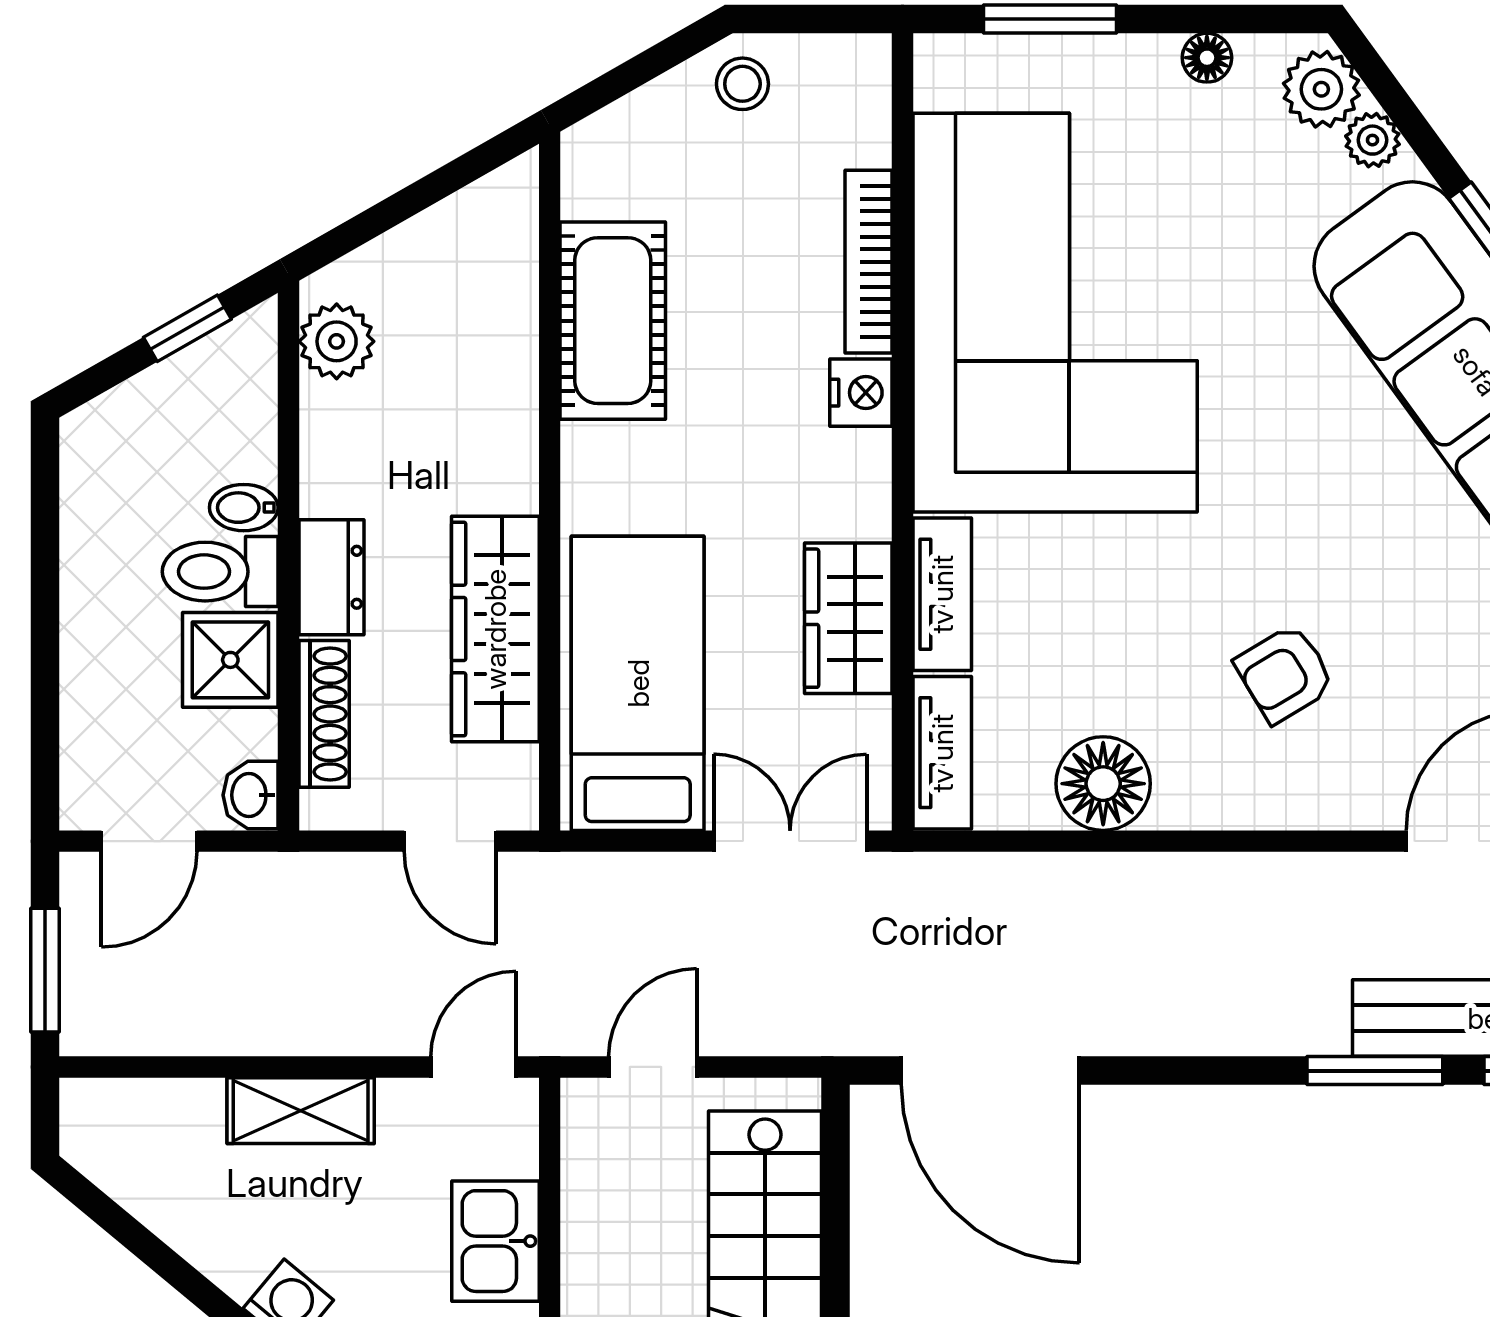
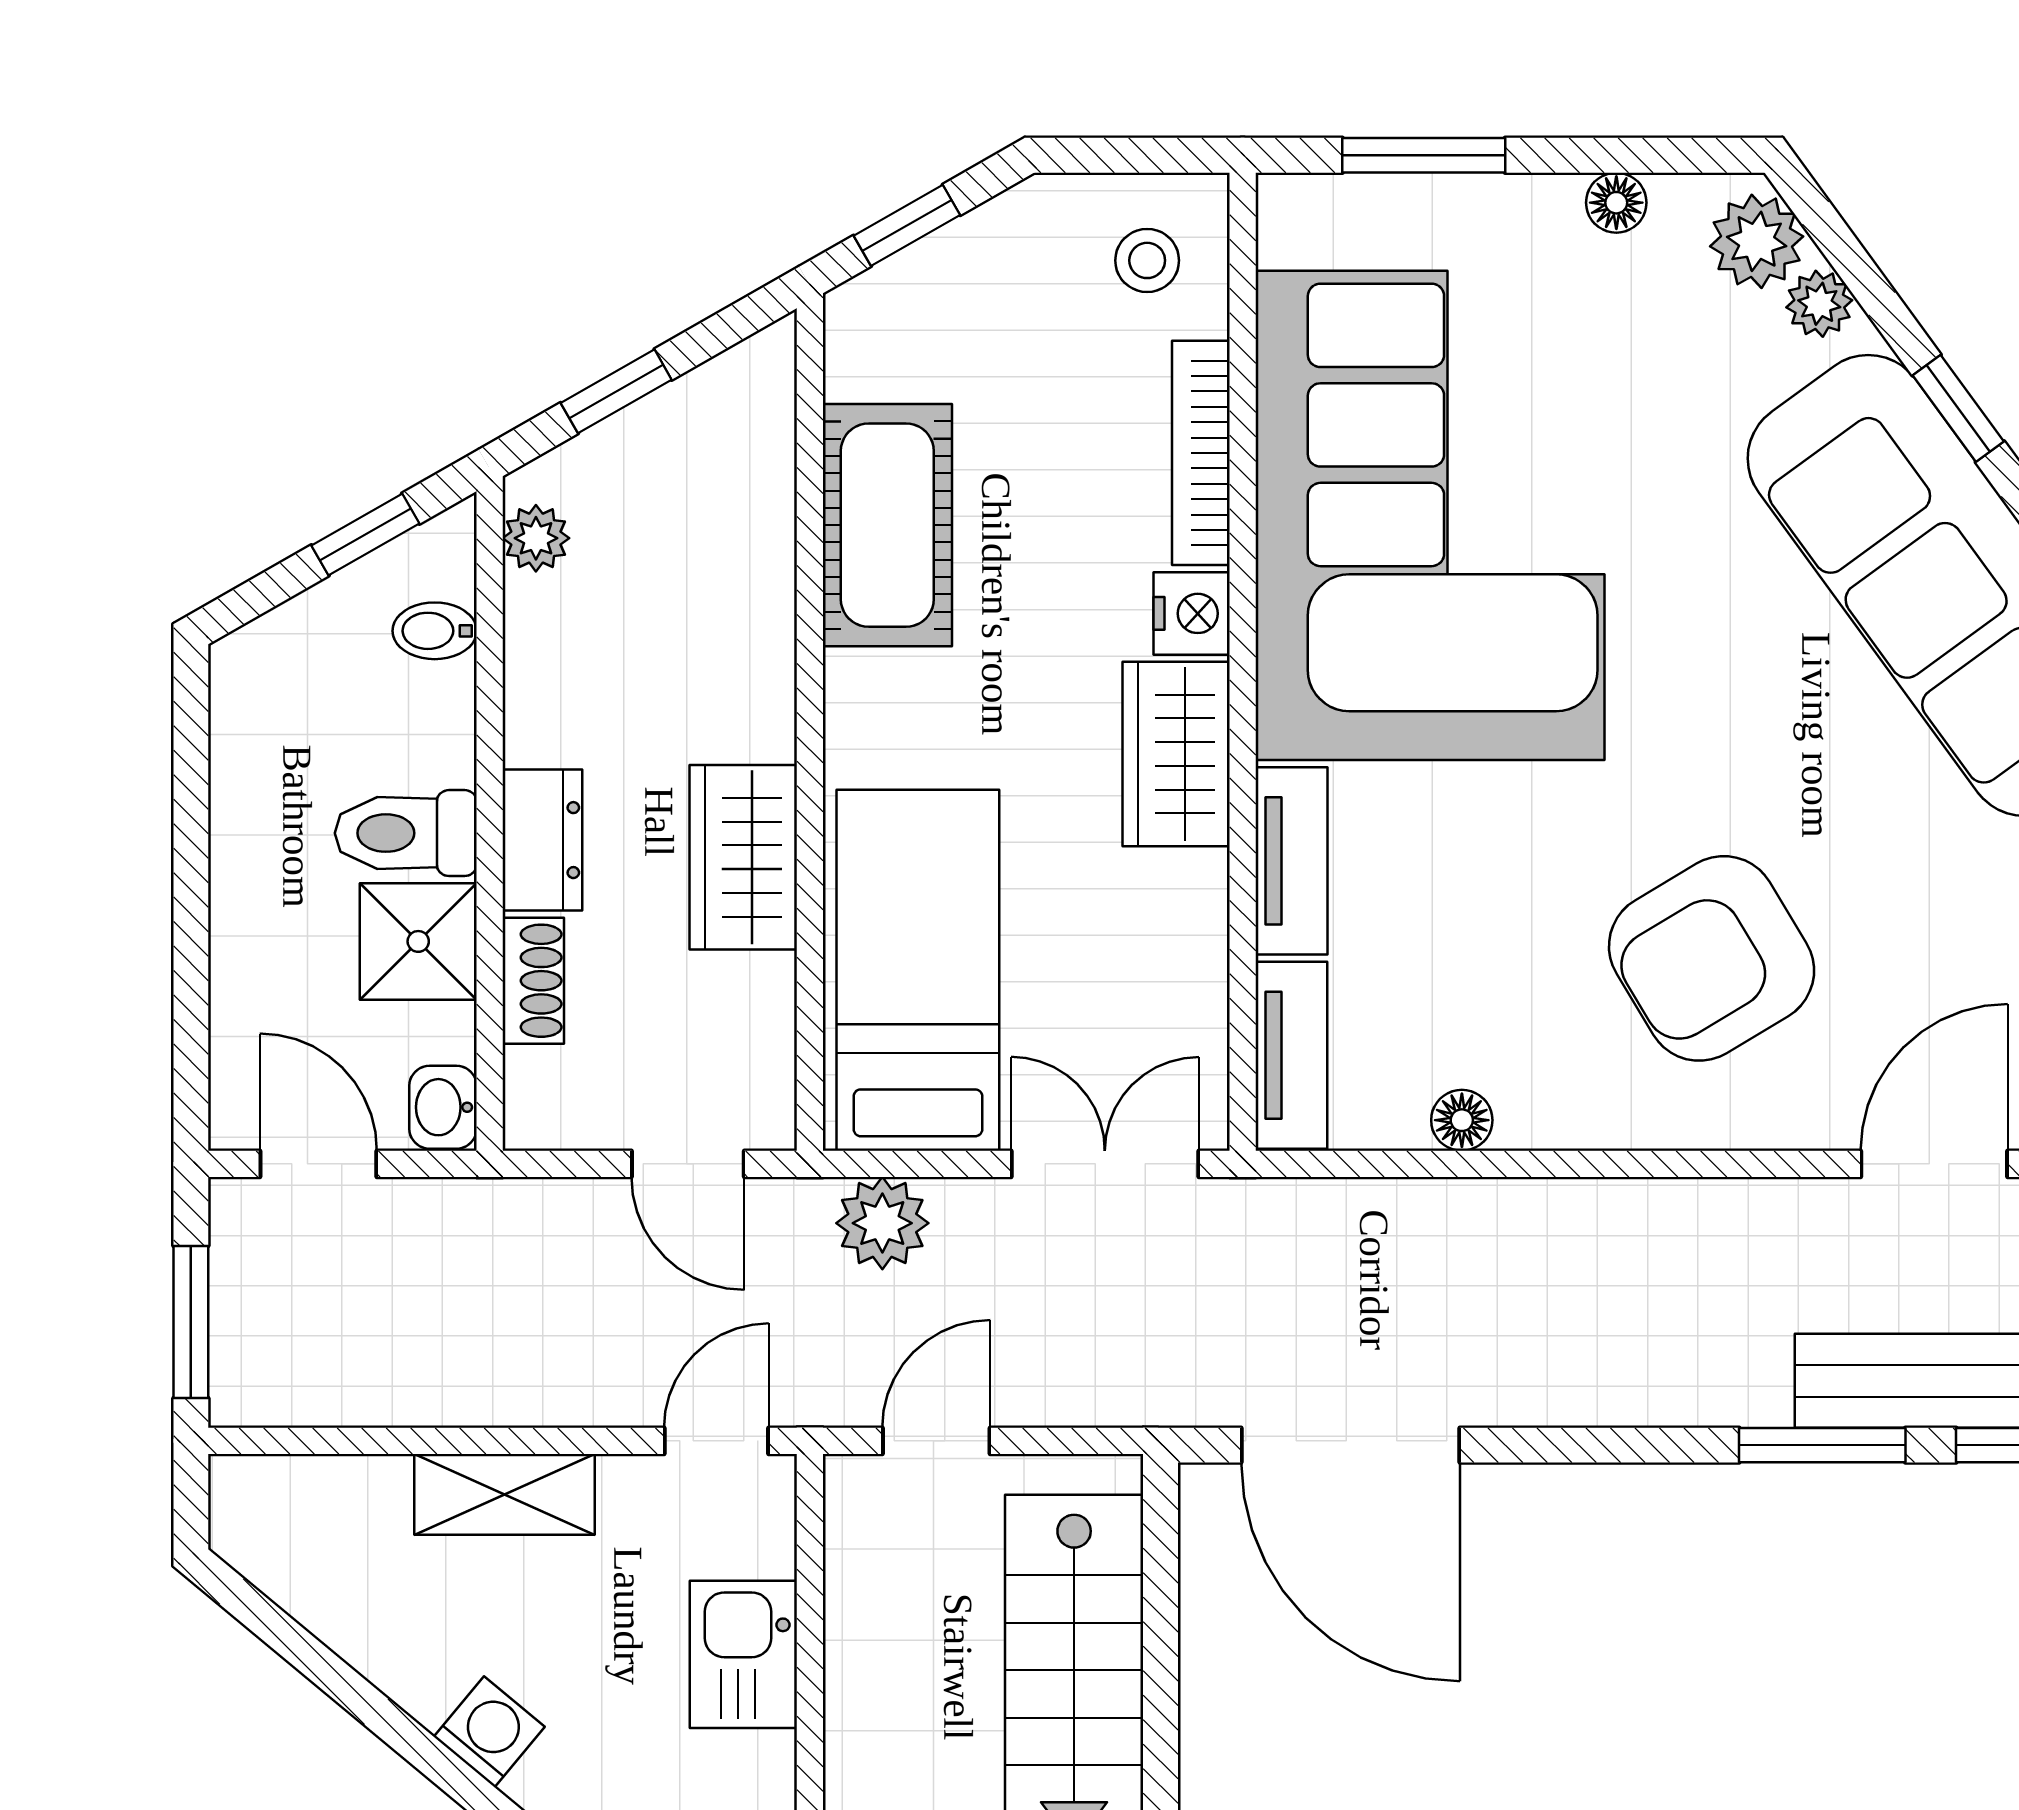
window: (629, 76) -> (907, 225), added
stool: (742, 84) -> (1147, 260), moved
window: (392, 211) -> (616, 391), added
plant: (337, 341) -> (536, 538), width x0.73, depth x0.73
bidet: (244, 508) -> (435, 631), moved
wardrobe: (848, 618) -> (1176, 754), moved
wardrobe: (495, 629) -> (743, 857), width x0.67
armchair: (1285, 674) -> (1712, 958), width x1.88, depth x1.88
shoe rack: (324, 714) -> (533, 981), width x0.70
floor lamp: (1103, 784) -> (1462, 1120), width x0.53, depth x0.53
door: (149, 841) -> (318, 1164), swing flipped
plant: (609, 889) -> (882, 1223), added

